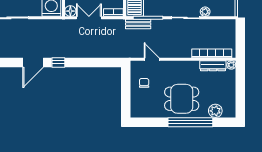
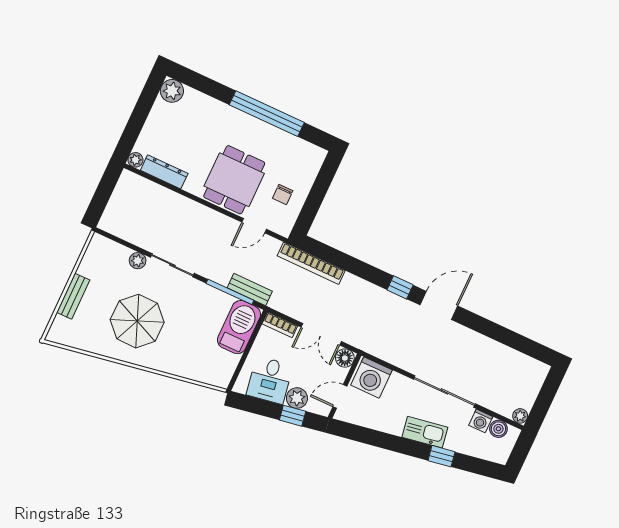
bookcase: (212, 53) -> (311, 263), moved
door: (152, 59) -> (254, 226), hinge flipped
dining table: (182, 99) -> (234, 180), moved, turned 90
plant: (215, 111) -> (172, 91), moved
window: (190, 122) -> (267, 114), moved

